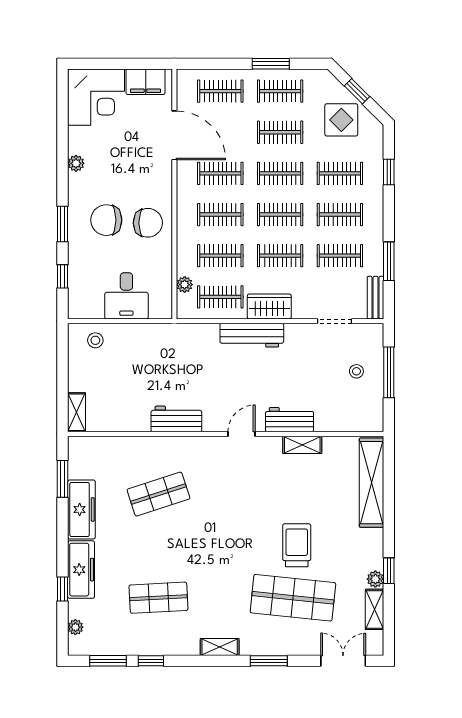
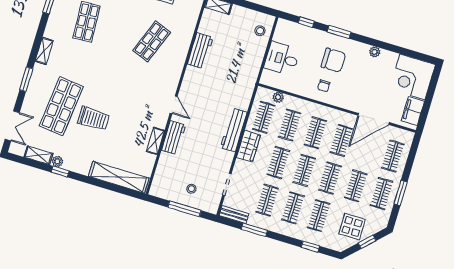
chair: (106, 220) -> (333, 60), turned 90
chair: (148, 223) -> (324, 86), width x0.54, depth x0.54
workbench: (176, 419) -> (200, 51), moved
shop shelf: (158, 494) -> (152, 41), turned 39

